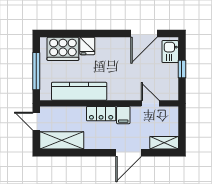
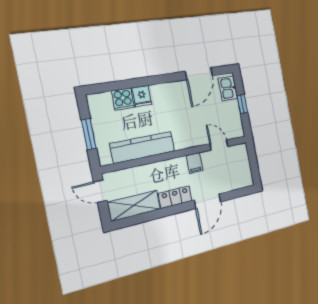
cooker: (63, 49) -> (123, 99), width x0.53, depth x0.76
window: (36, 71) -> (89, 134), width x0.69
locker: (101, 114) -> (175, 197), moved, turned 180
shelving: (164, 143) -> (240, 182), removed

